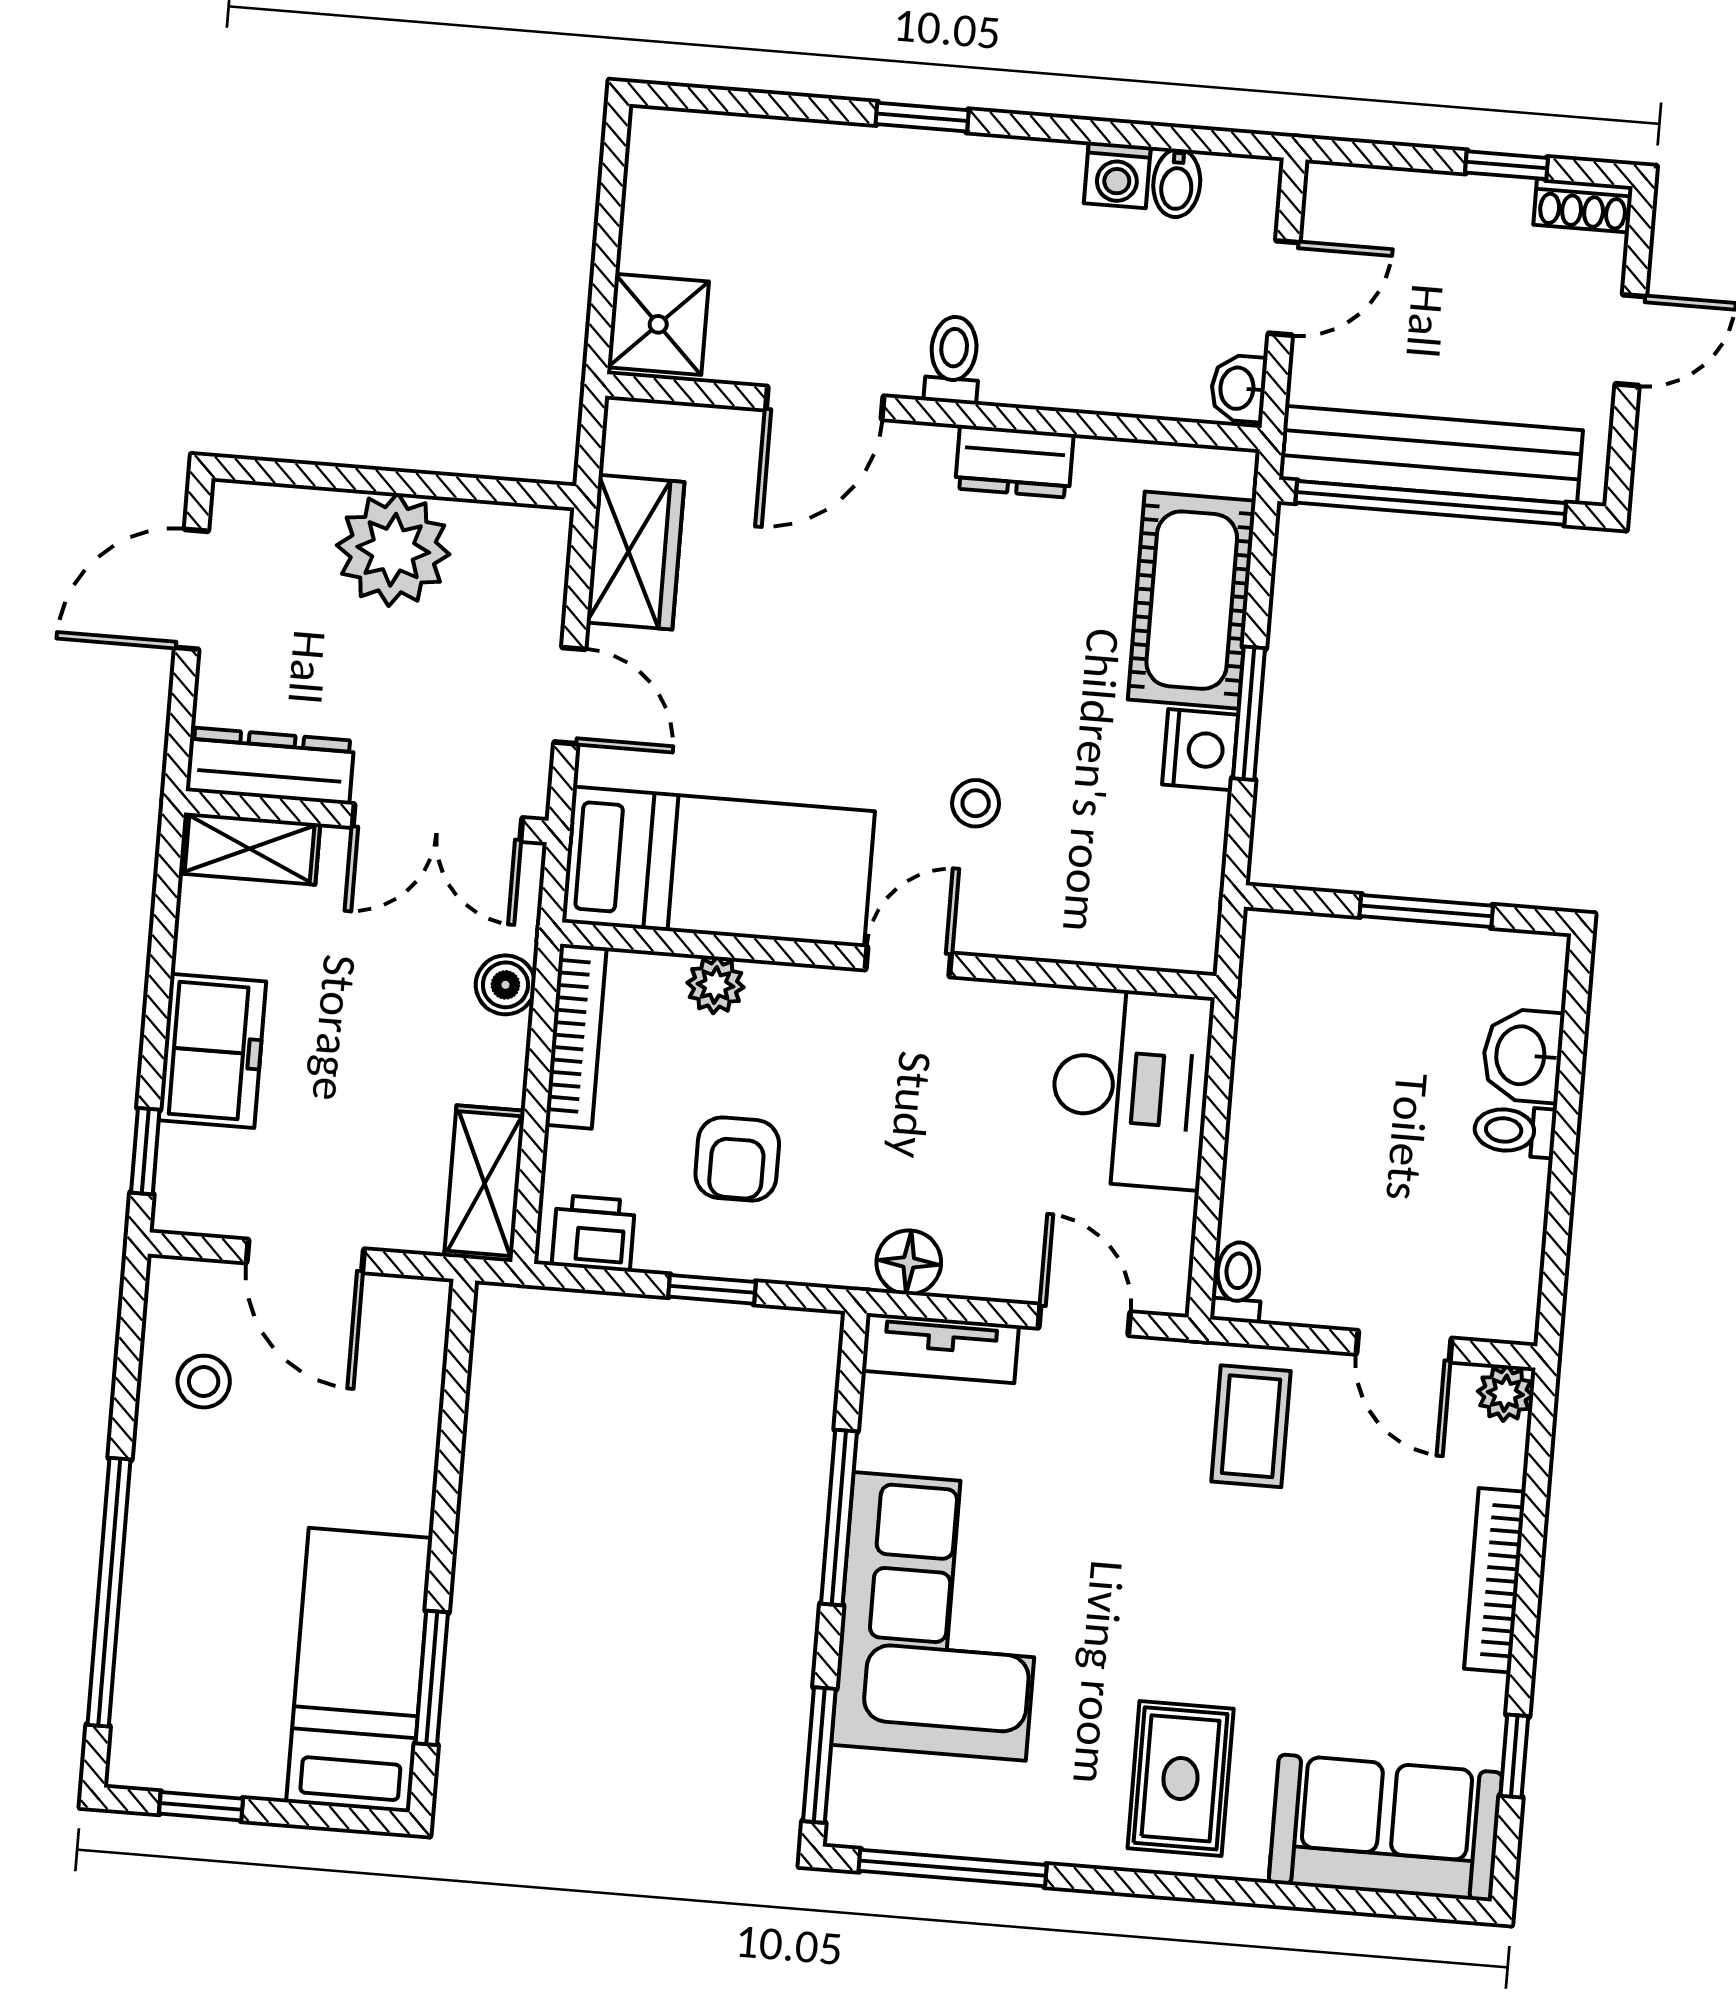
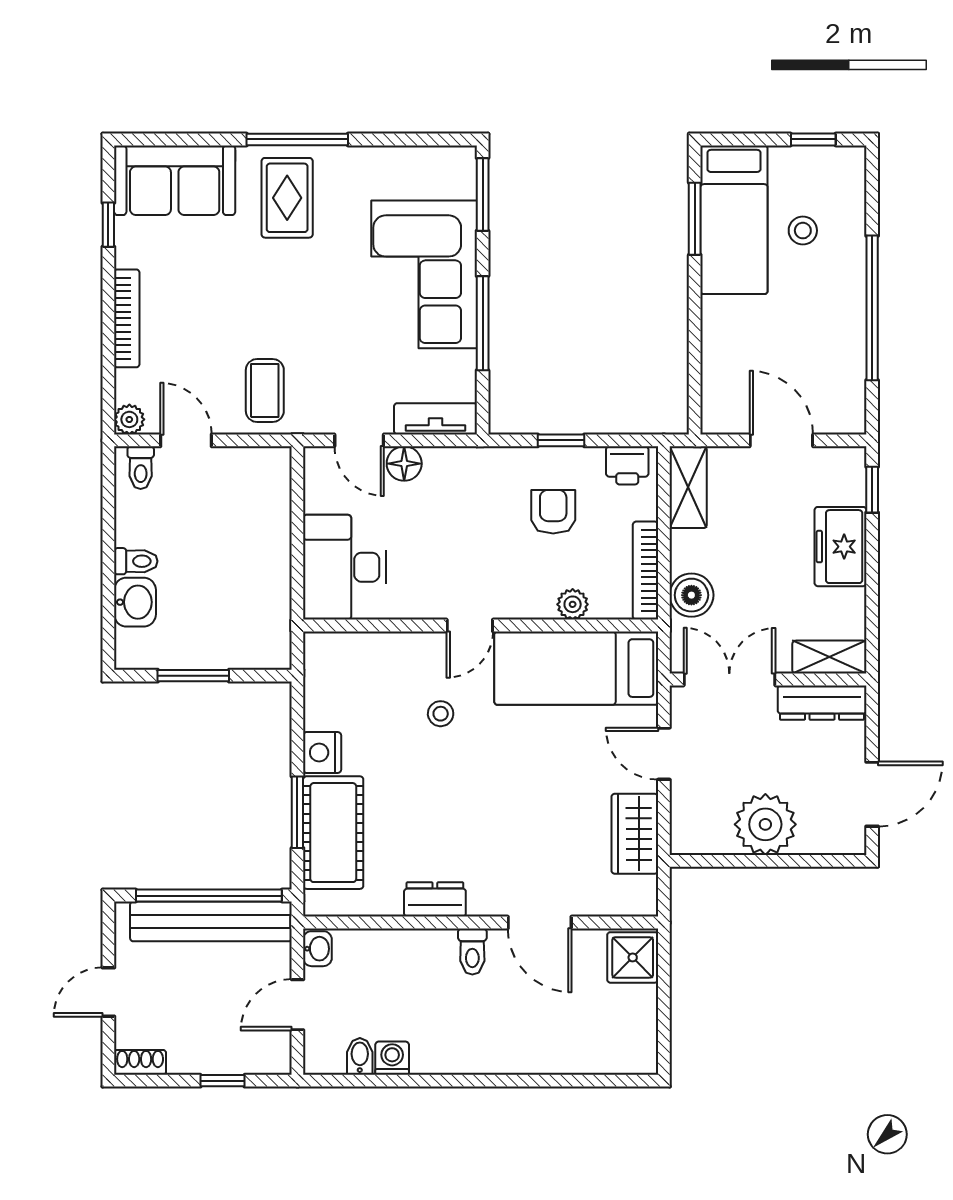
window: (922, 117) -> (500, 1081), removed
window: (1507, 165) -> (222, 1081), moved
door: (825, 403) -> (540, 923), swing flipped
window: (1249, 713) -> (297, 812), moved
boiler: (505, 985) -> (691, 595), width x1.36, depth x1.36
floor lamp: (909, 1262) -> (404, 464), moved
toilet: (1237, 1282) -> (141, 468), moved
stool: (204, 1382) -> (803, 231), moved
window: (109, 1592) -> (872, 308), moved
window: (953, 1868) -> (297, 139), moved

